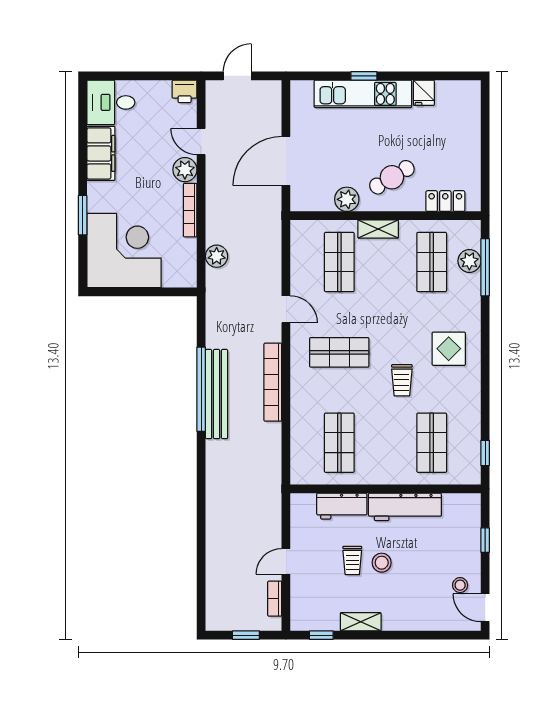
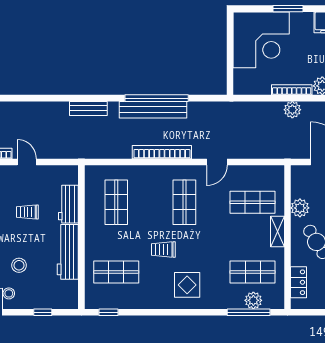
plant: (217, 256) -> (292, 110), moved
shop shelf: (339, 443) -> (116, 202), turned 90
bench: (215, 480) -> (88, 108), added
stool: (382, 563) -> (19, 265), moved

